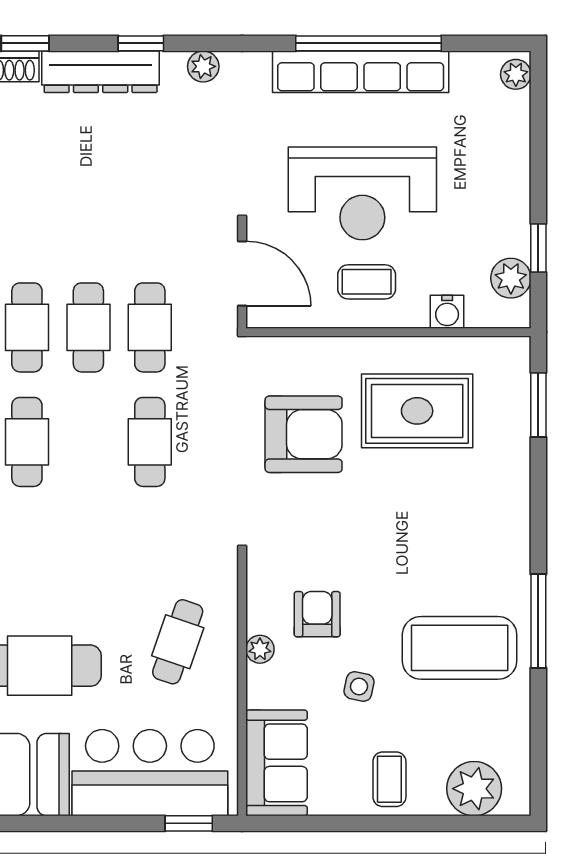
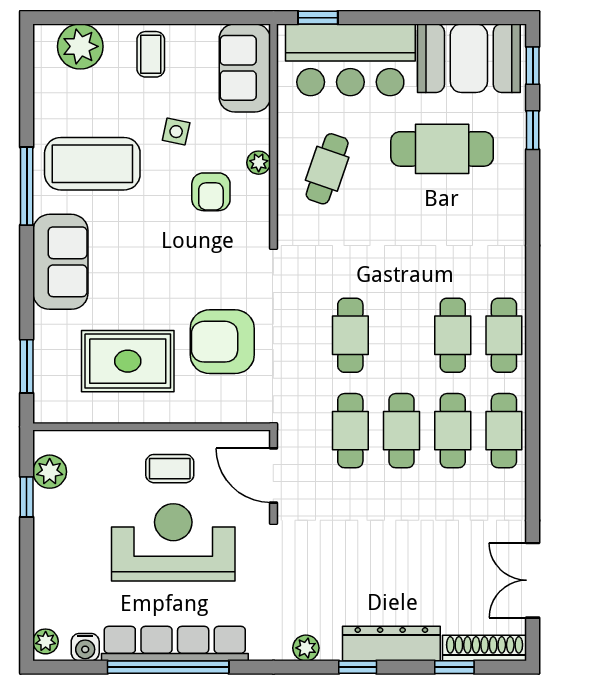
water cooler: (447, 312) -> (85, 647), moved, turned 180
sofa: (498, 530) -> (60, 262), added

